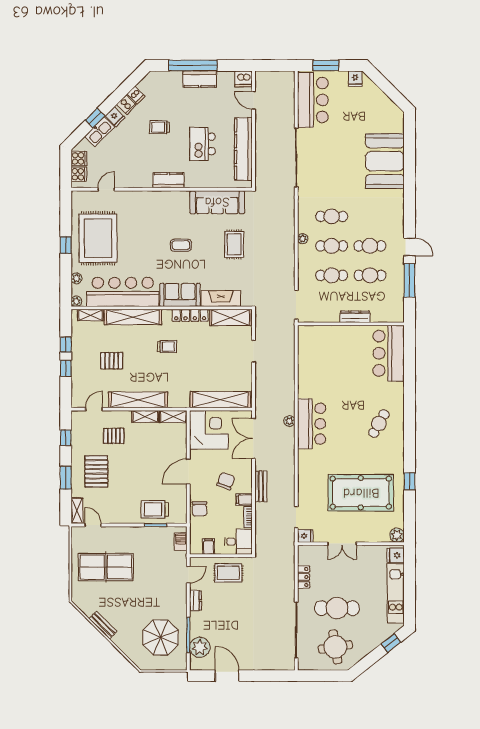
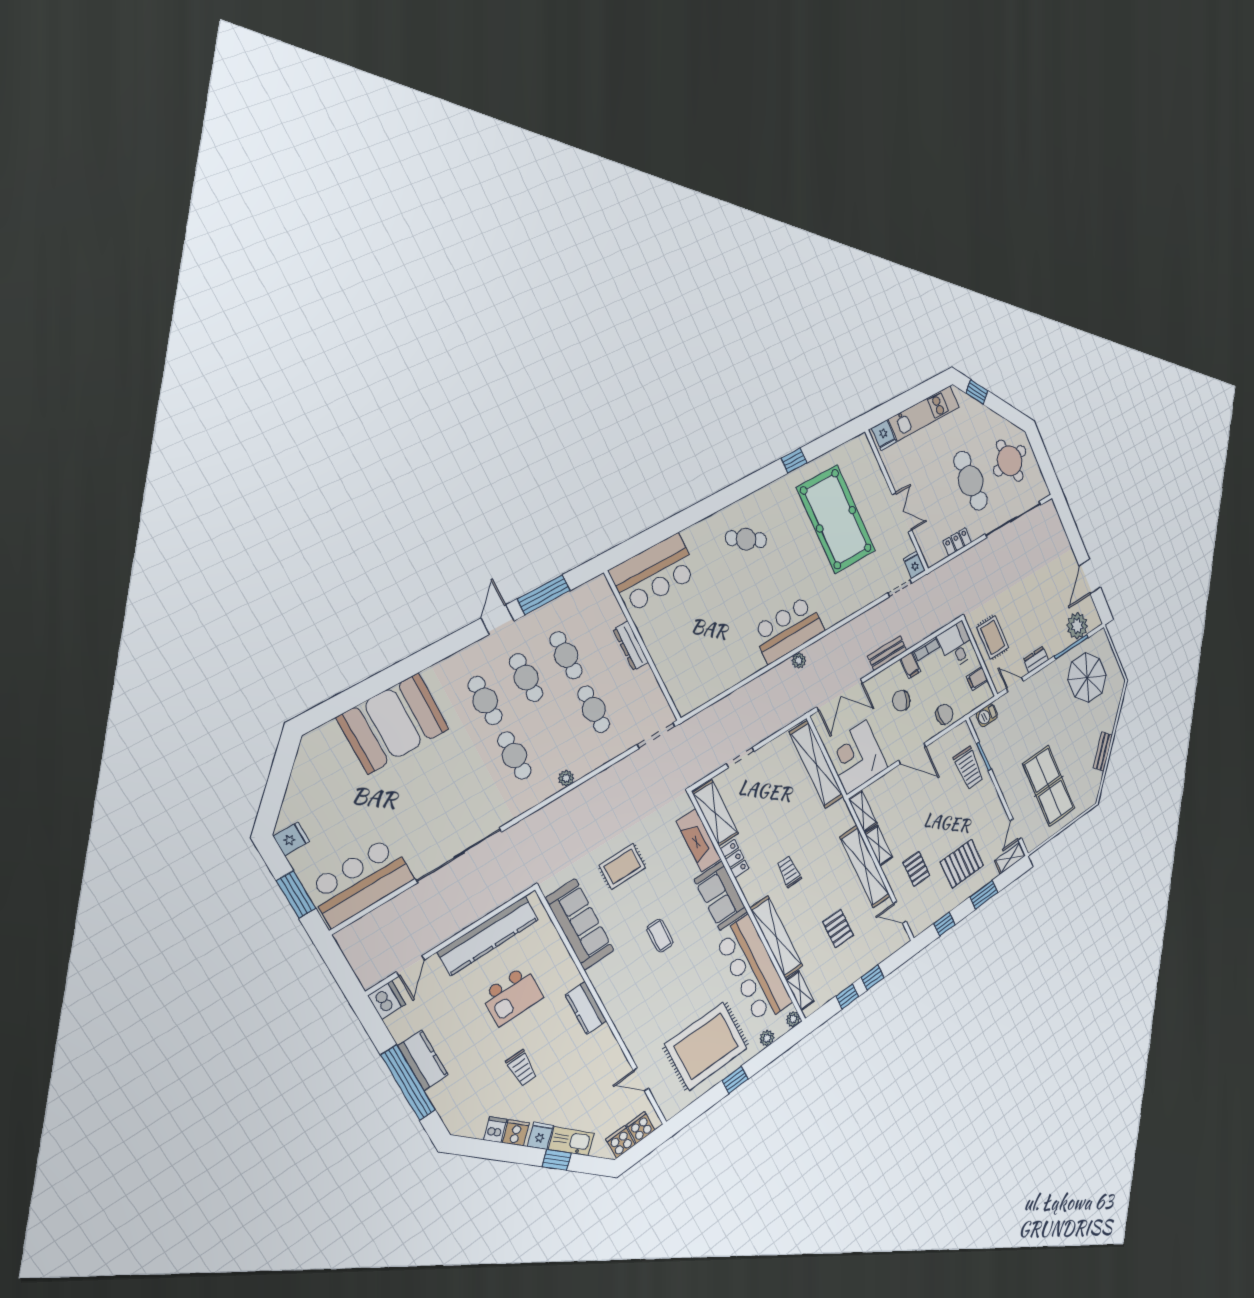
cafe table: (332, 246) -> (485, 701), moved
locker: (190, 315) -> (735, 859), width x0.66
plant: (397, 535) -> (861, 445), removed

